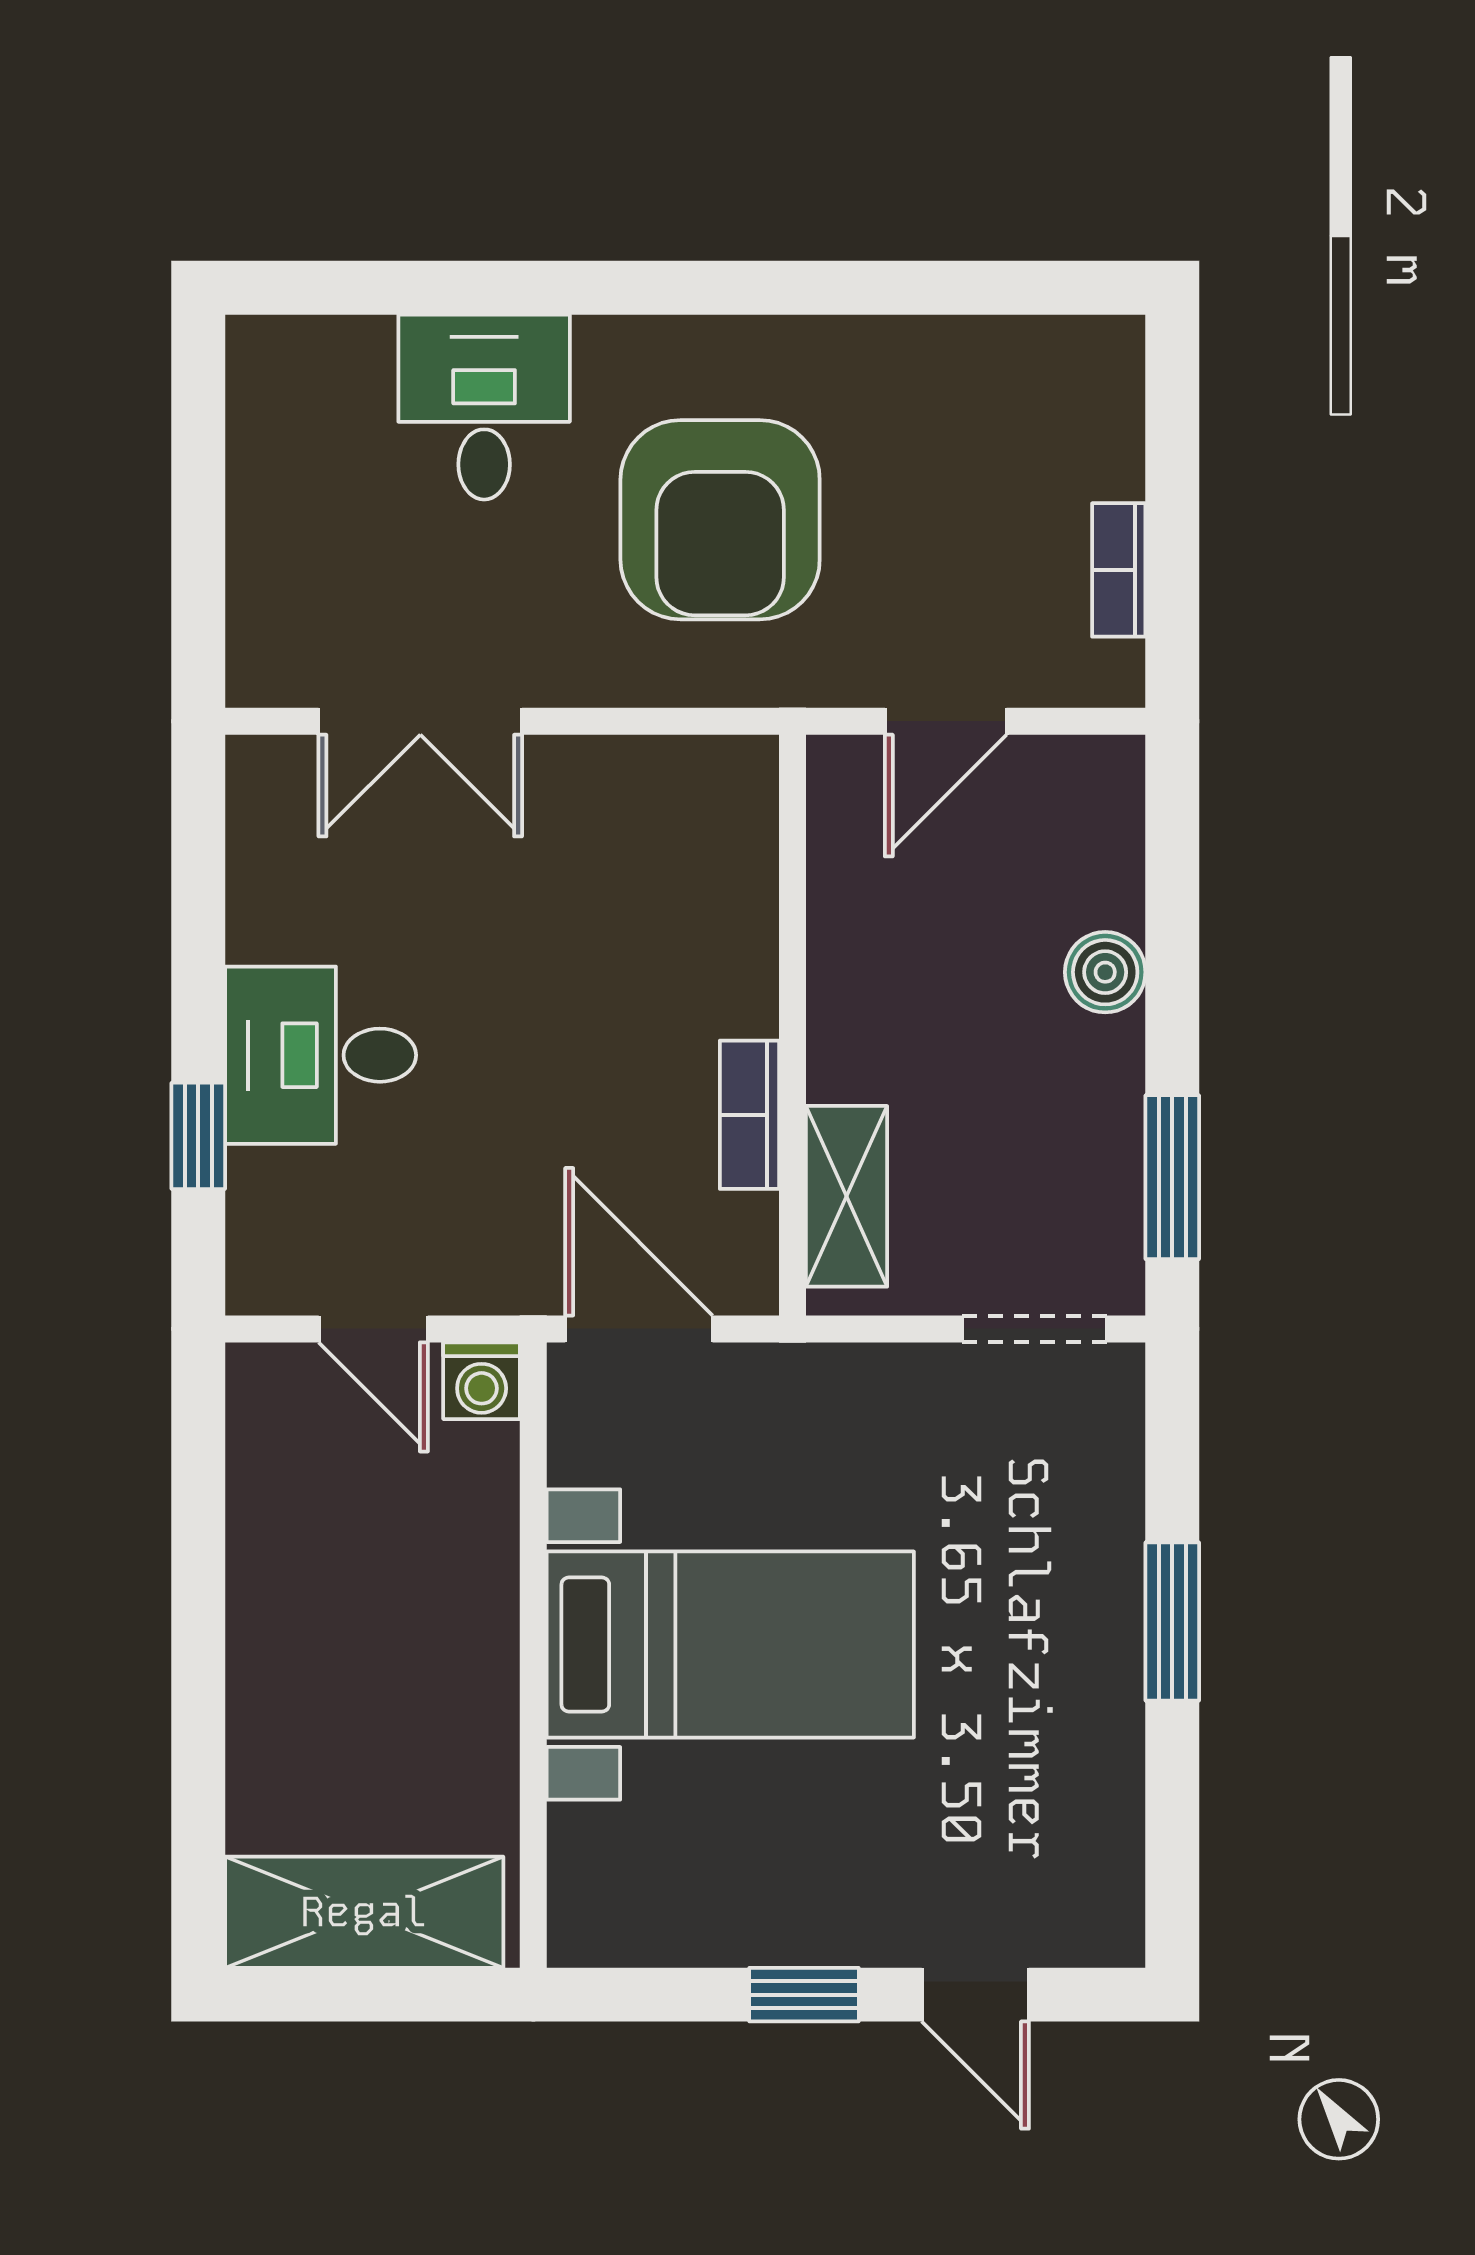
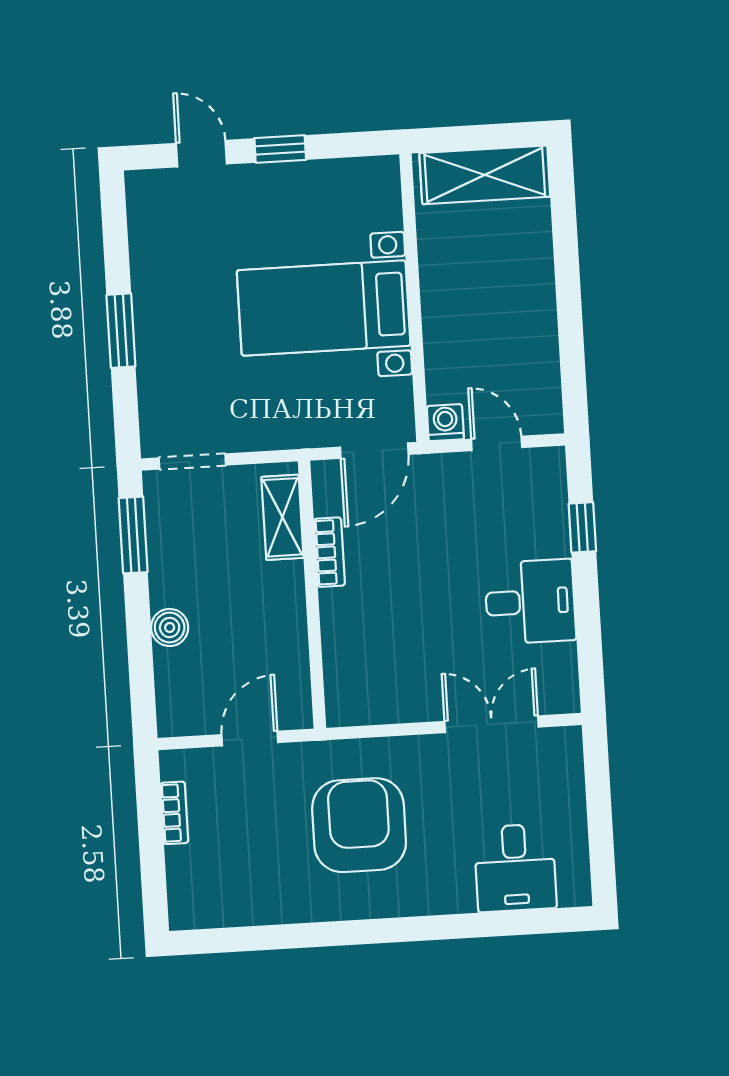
desk: (484, 407) -> (515, 868), moved
desk: (321, 1055) -> (530, 602), moved
door: (639, 1329) -> (374, 451), hinge flipped

